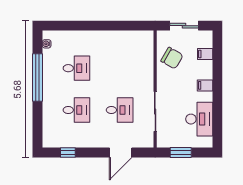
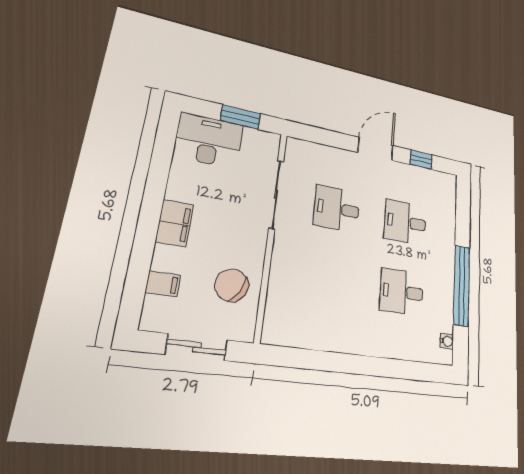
filing cabinet: (205, 85) -> (175, 223), width x2.00
desk: (199, 119) -> (209, 140), moved, turned 90
door: (121, 153) -> (376, 149), moved

